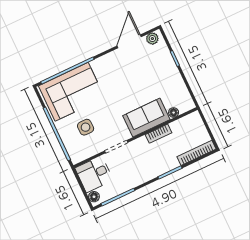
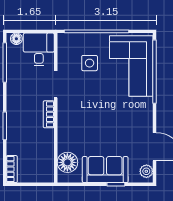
floor lamp: (174, 113) -> (67, 162), width x1.89, depth x1.89
sofa: (146, 118) -> (105, 170), moved, turned -90
bookcase: (159, 134) -> (49, 114), moved
bookcase: (196, 153) -> (12, 169), width x0.64

